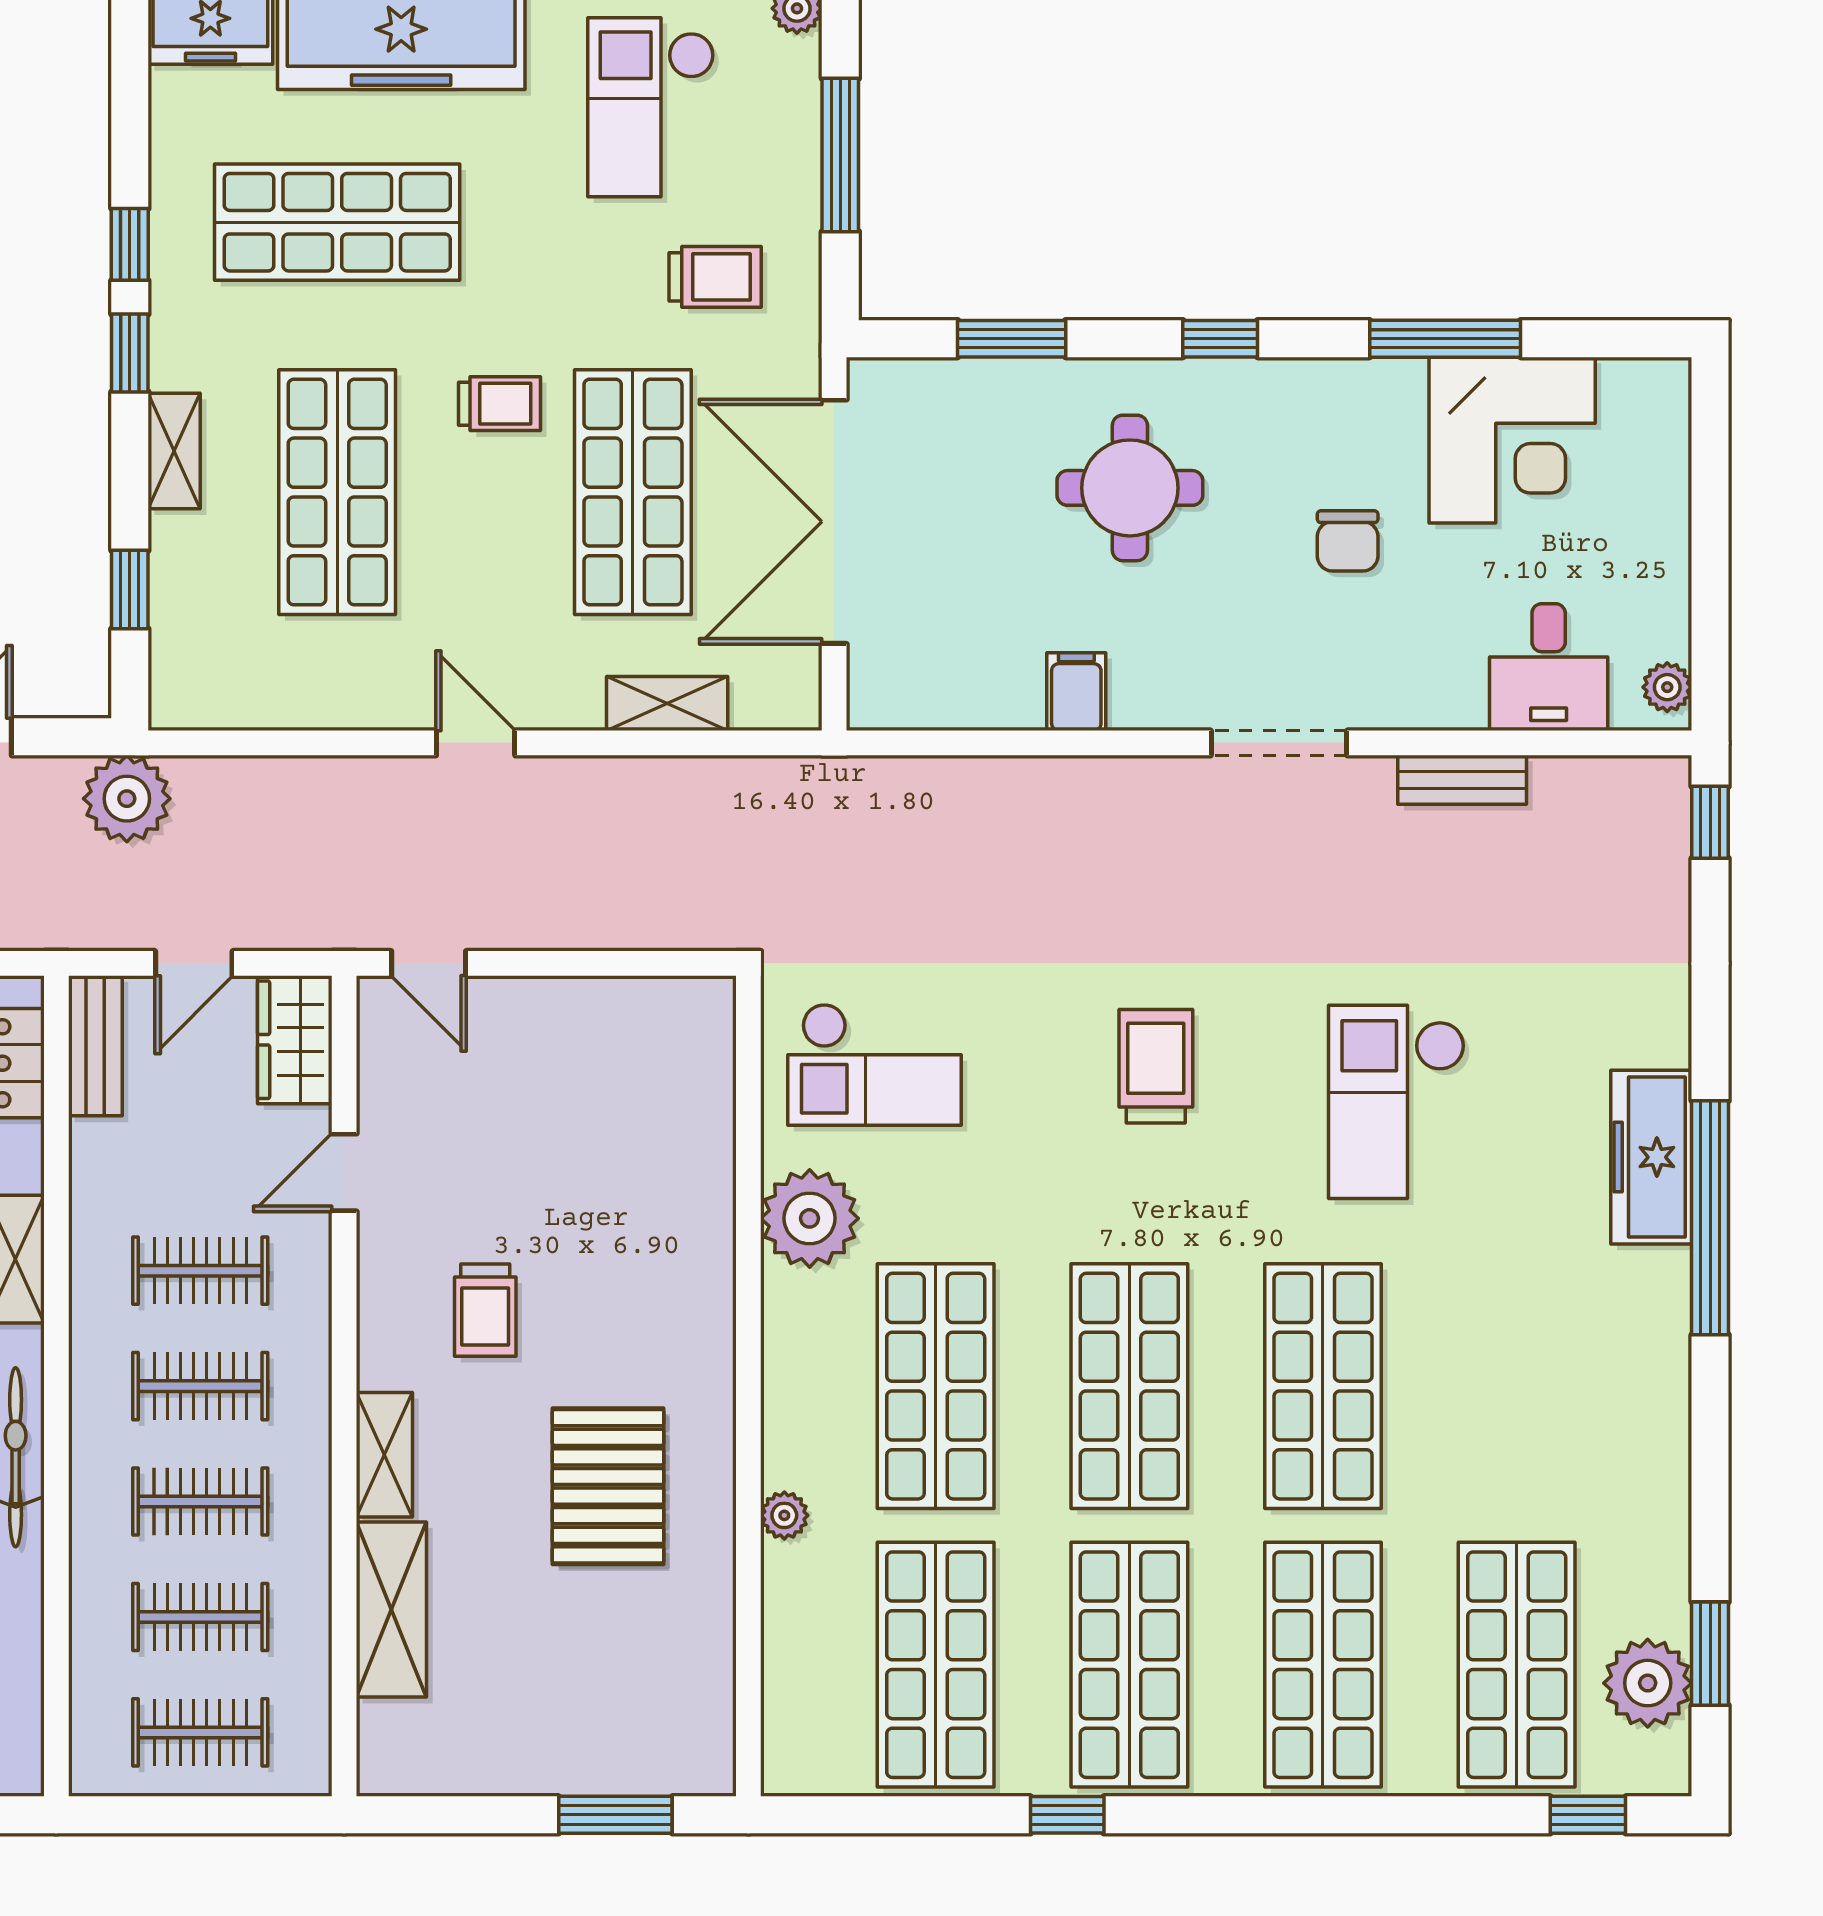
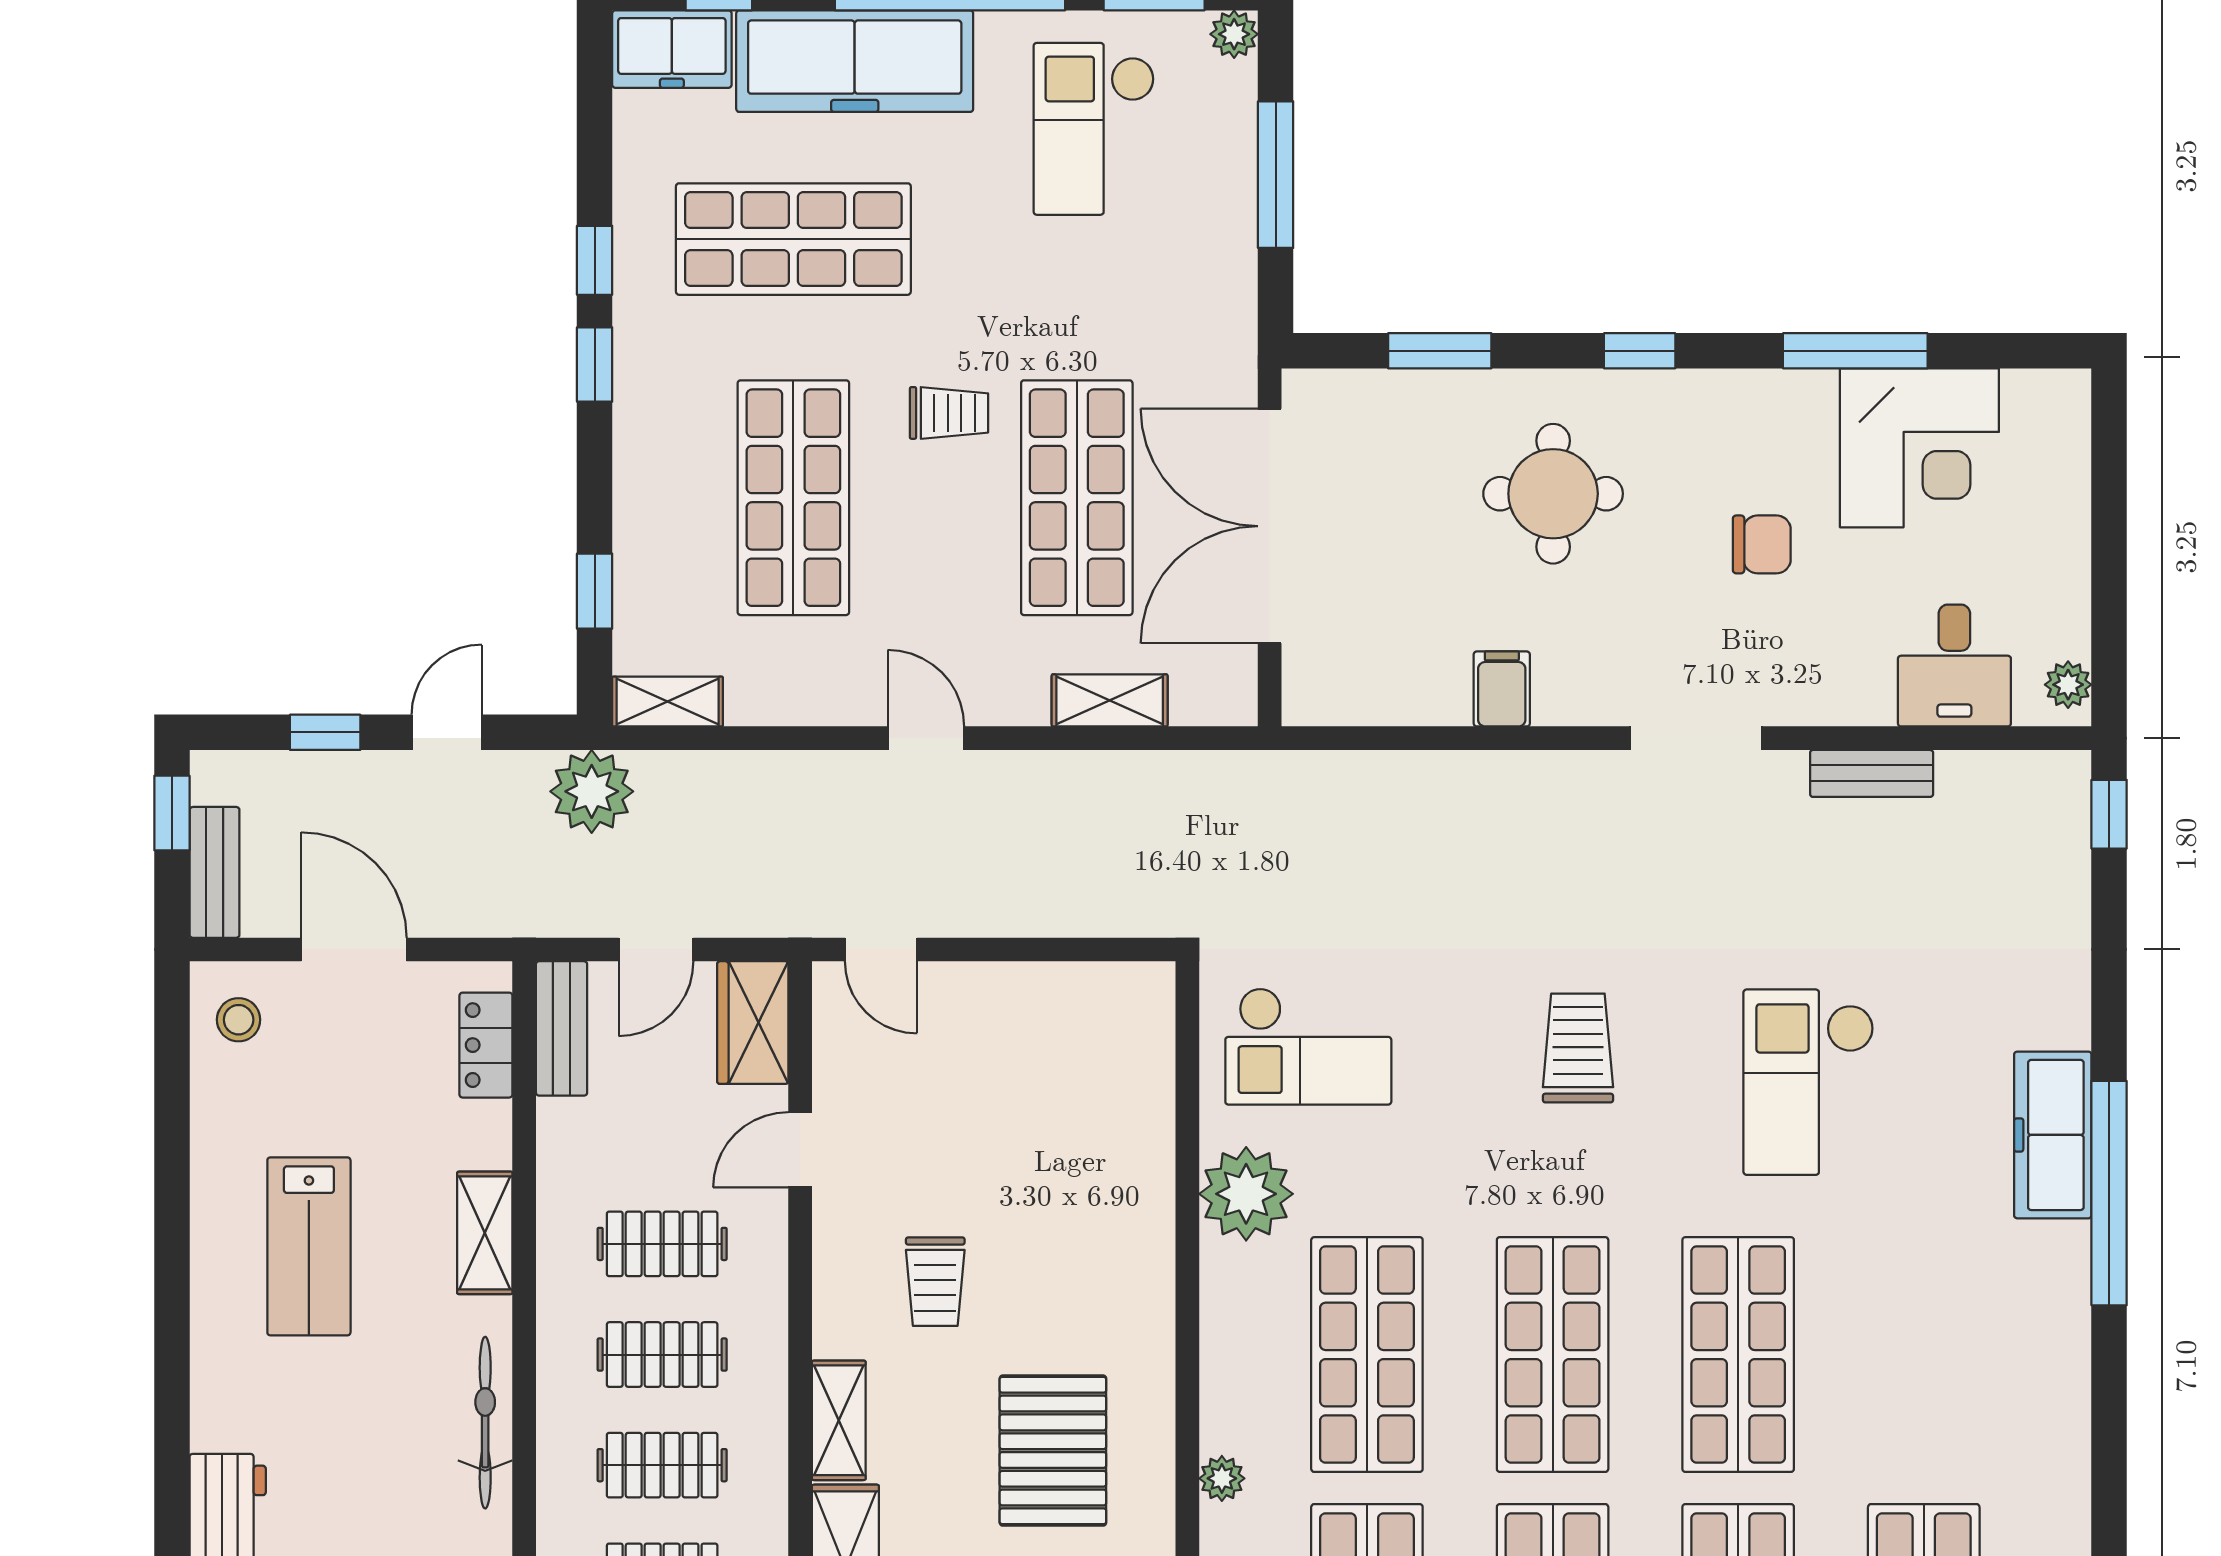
trolley: (715, 277) -> (1156, 291), removed
shelving: (174, 451) -> (668, 702), moved, turned 90
chair: (1348, 541) -> (1762, 544), turned -90

